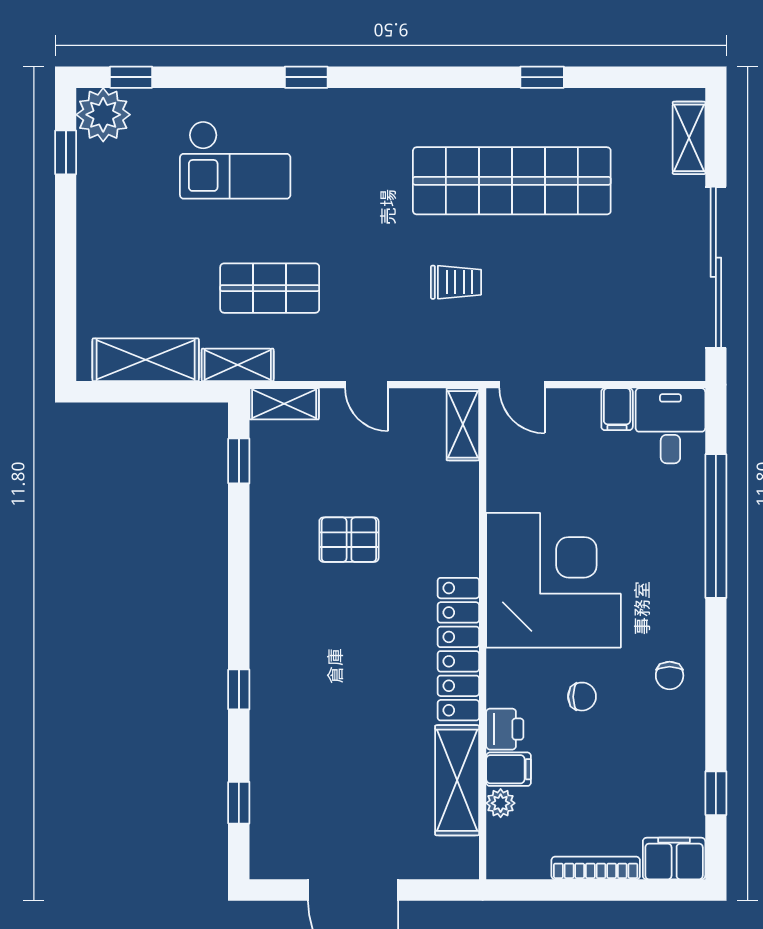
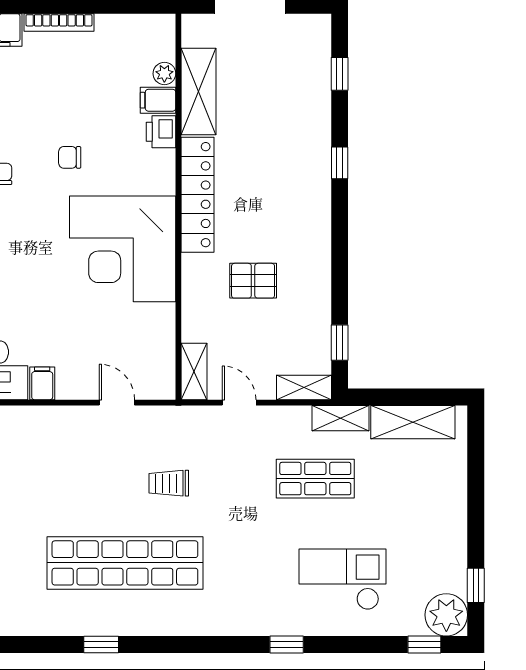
shelving: (463, 424) -> (194, 371), moved
corner desk: (554, 580) -> (123, 249), moved
wall: (483, 634) -> (178, 207), moved
locker: (458, 649) -> (198, 195), moved
printer: (505, 729) -> (161, 132), moved
filing cabinet: (509, 769) -> (158, 100), moved
shelving: (457, 780) -> (199, 92), moved
plant: (501, 803) -> (164, 74), moved

